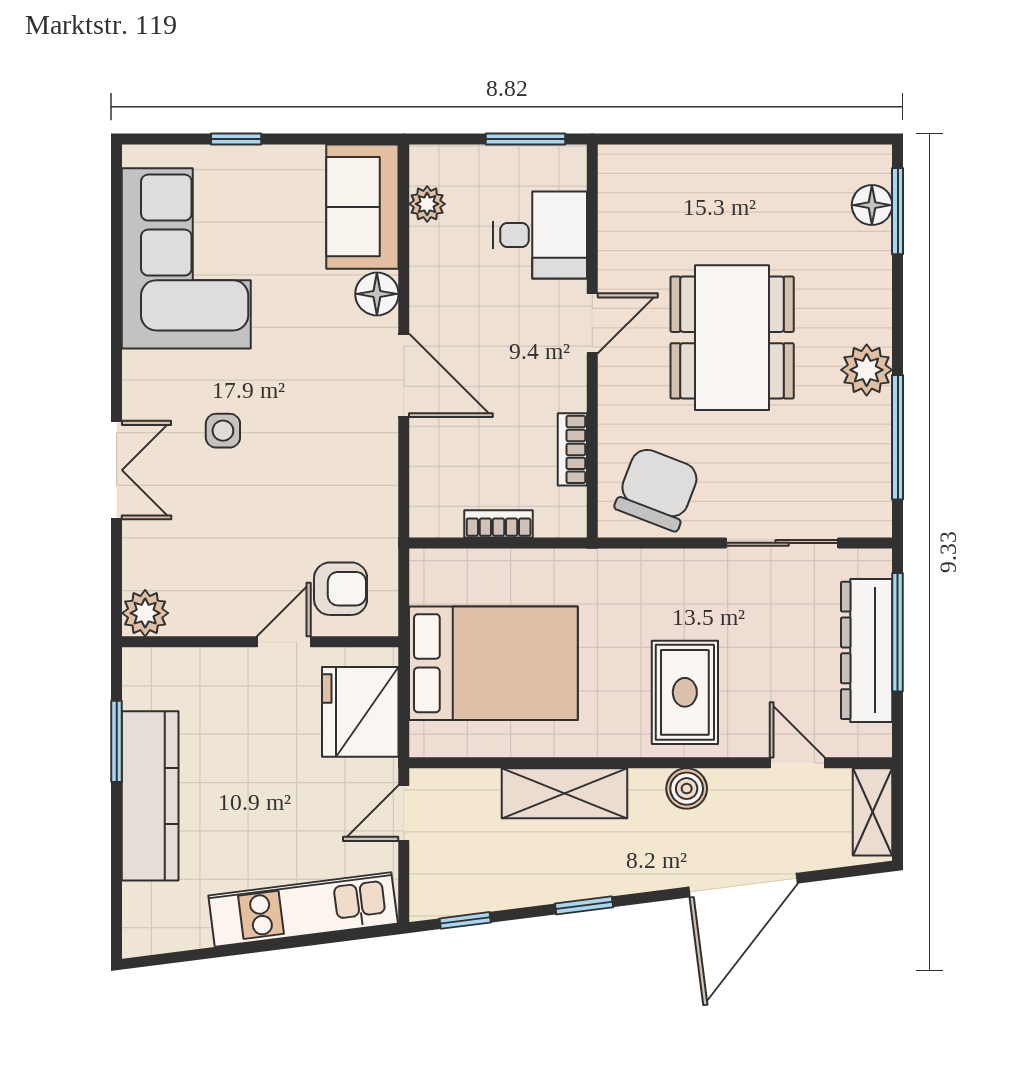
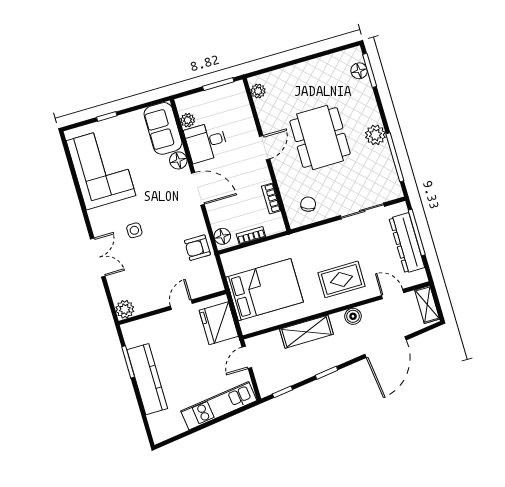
plant: (616, 183) -> (258, 91), added
desk: (540, 235) -> (206, 142), moved, turned 180
chair: (657, 489) -> (308, 204), width x0.54, depth x0.54
floor lamp: (429, 506) -> (222, 236), added
armchair: (341, 589) -> (197, 248), moved, turned 180
rug: (685, 692) -> (342, 279), turned 90

